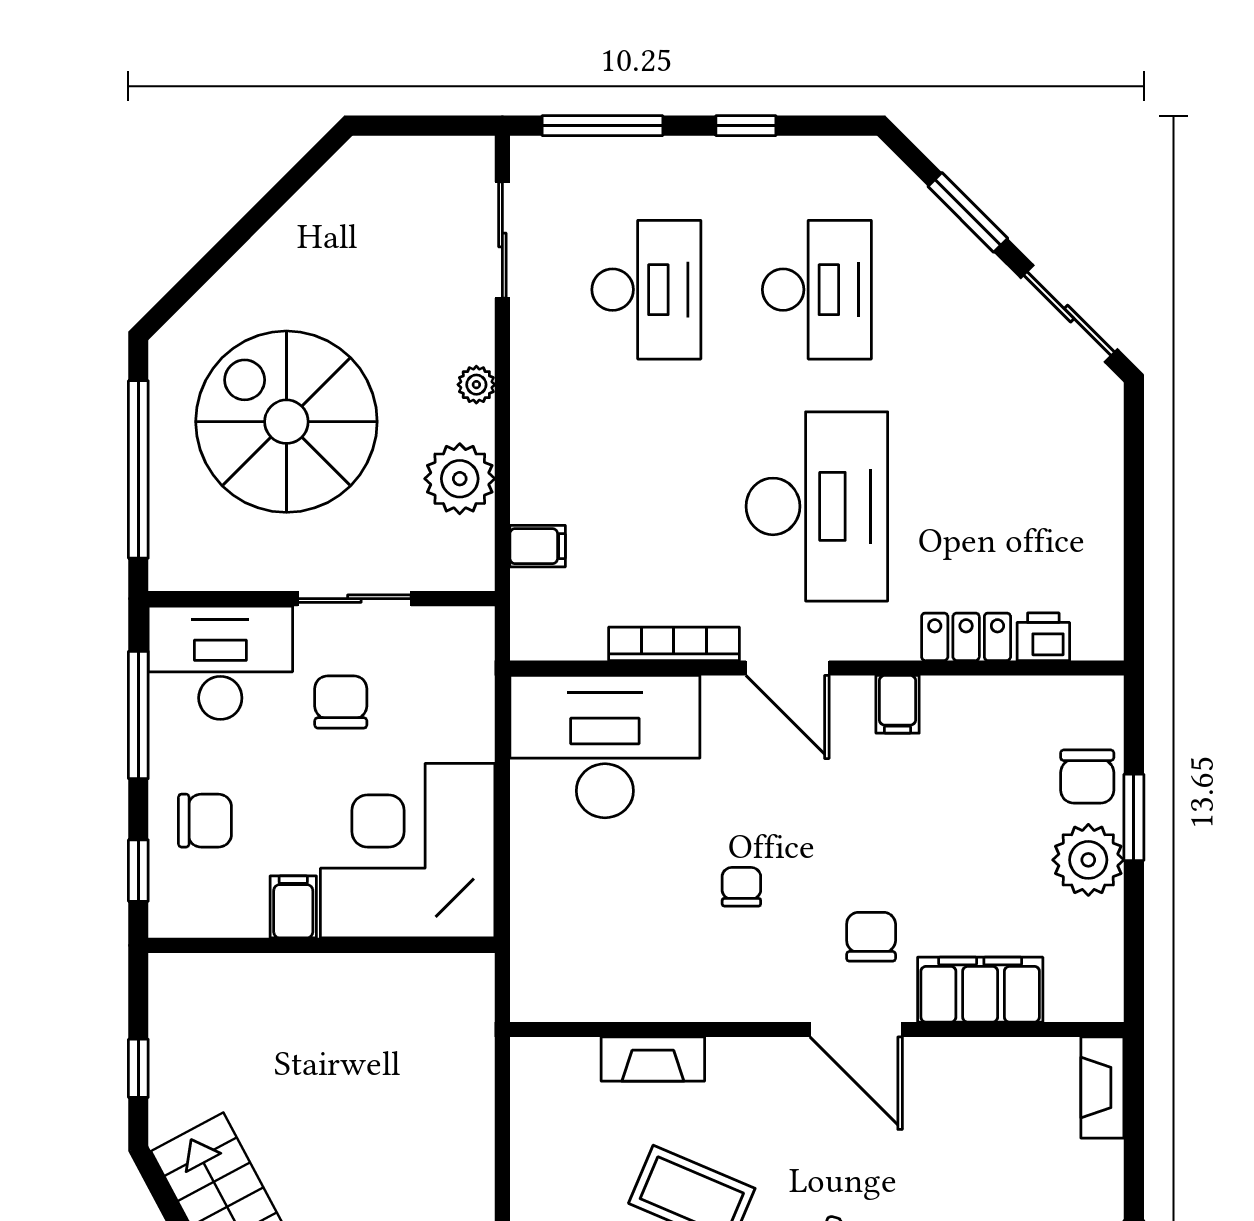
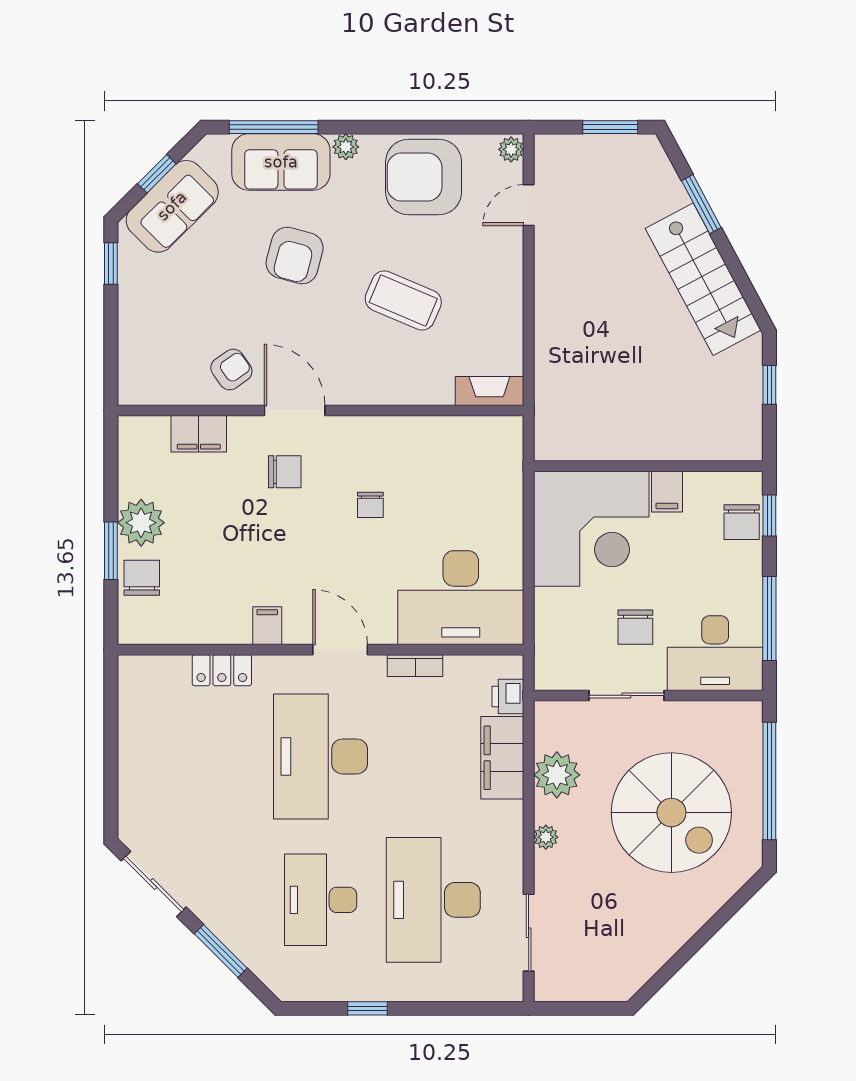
window: (602, 126) -> (462, 1008), removed
desk: (646, 290) -> (433, 900), width x1.36, depth x1.30
filing cabinet: (538, 546) -> (502, 758), width x3.00, depth x1.17
printer: (1043, 637) -> (508, 696), moved, turned 90
bookcase: (674, 644) -> (415, 666), width x0.64
chair: (205, 821) -> (742, 522), moved, turned -90
chair: (871, 937) -> (285, 472), turned -90
filing cabinet: (980, 990) -> (199, 434), width x0.67, depth x0.86
fireplace: (653, 1059) -> (489, 391), moved
fireplace: (1102, 1087) -> (132, 372), removed
armchair: (952, 1091) -> (231, 370), added

